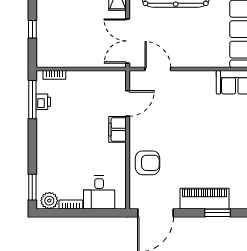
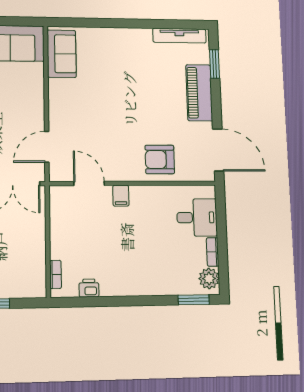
window: (32, 100) -> (87, 302), removed
filing cabinet: (117, 129) -> (121, 196), width x0.50
armchair: (147, 163) -> (160, 159), turned -90
window: (217, 213) -> (214, 64), moved

